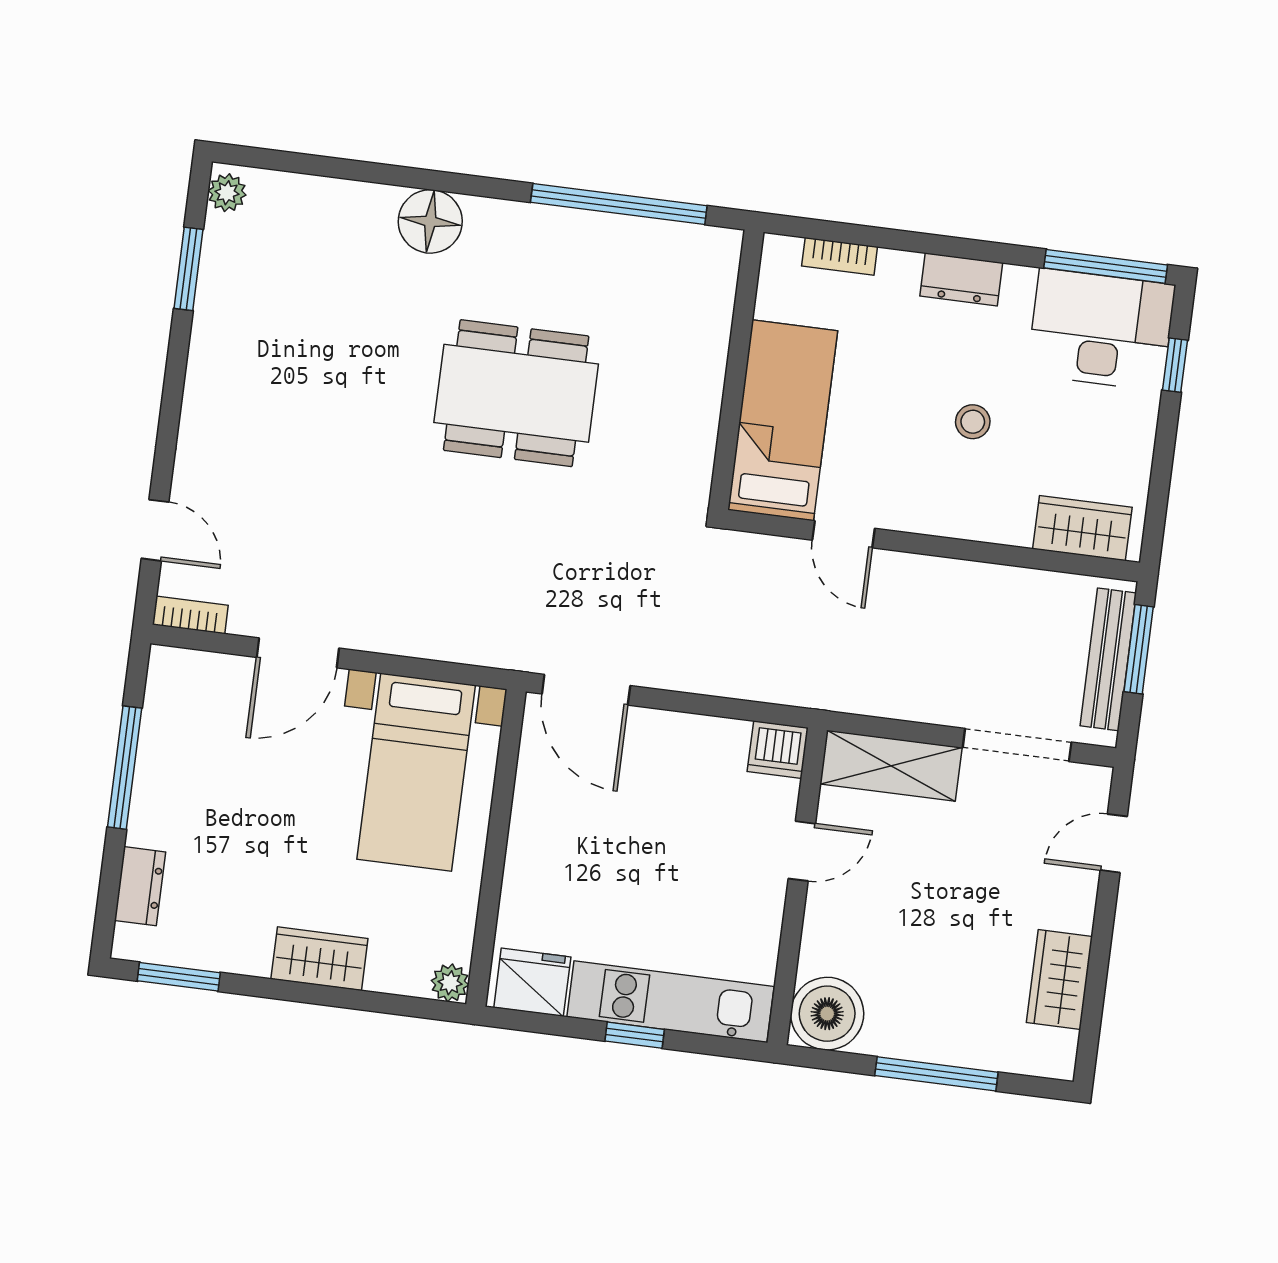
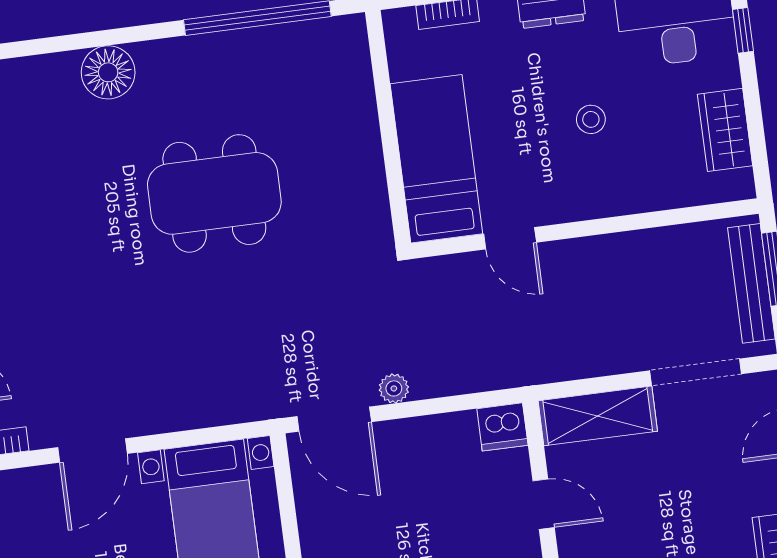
wardrobe: (1082, 528) -> (725, 130), moved, turned -90
plant: (664, 672) -> (394, 388), added
door: (802, 851) -> (544, 504), hinge flipped

